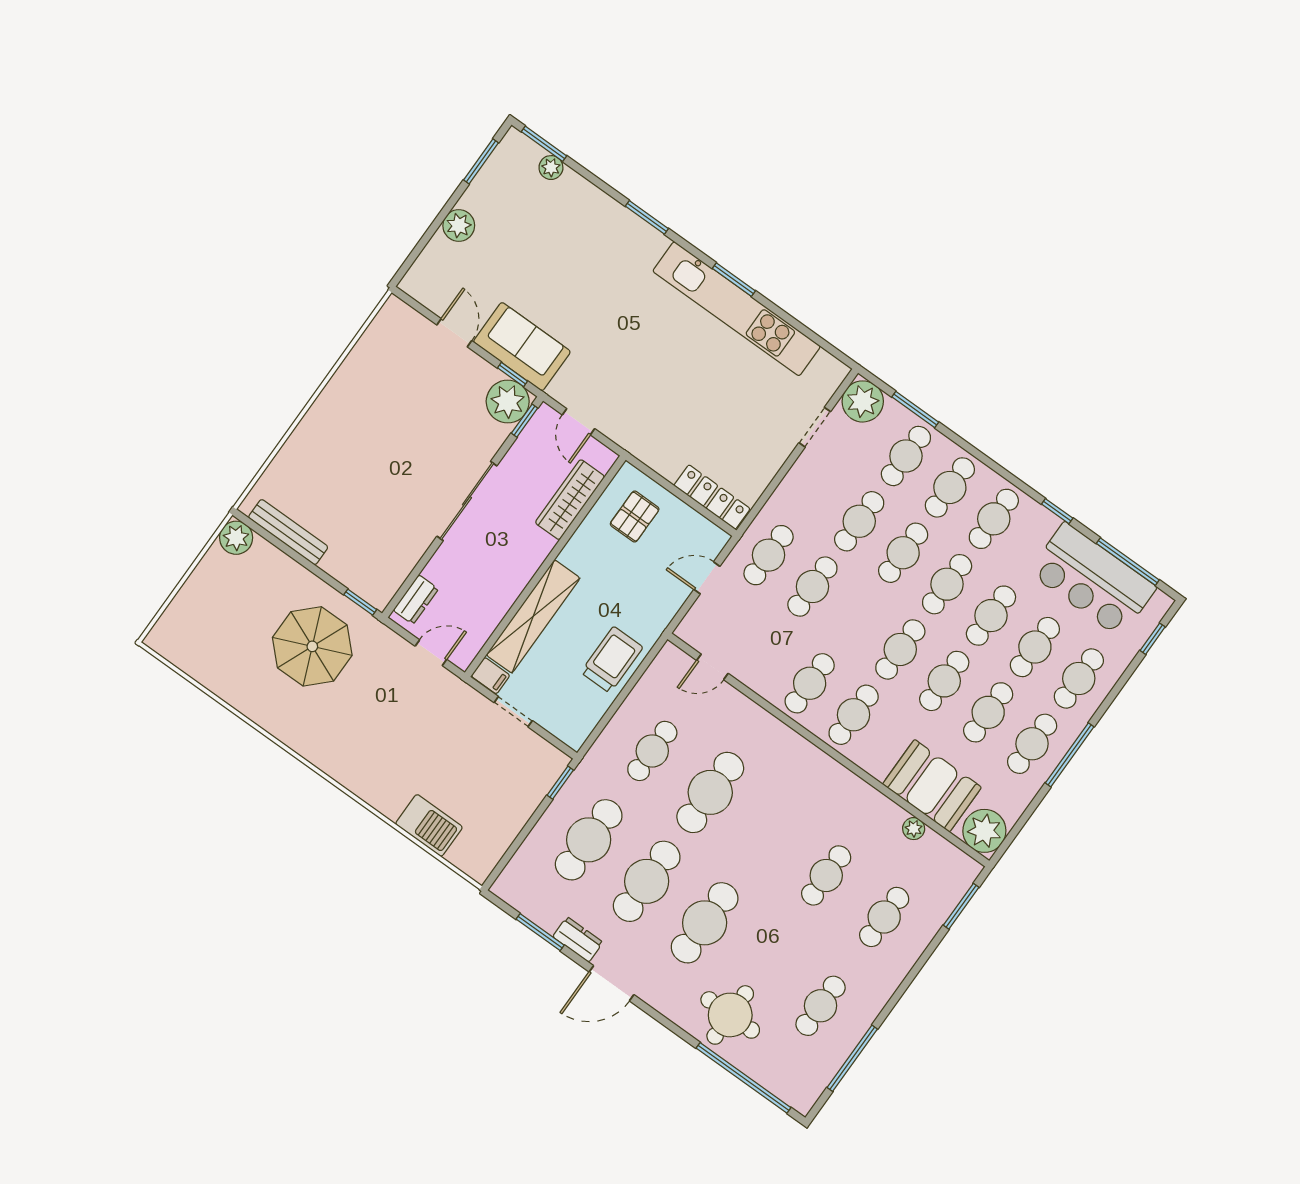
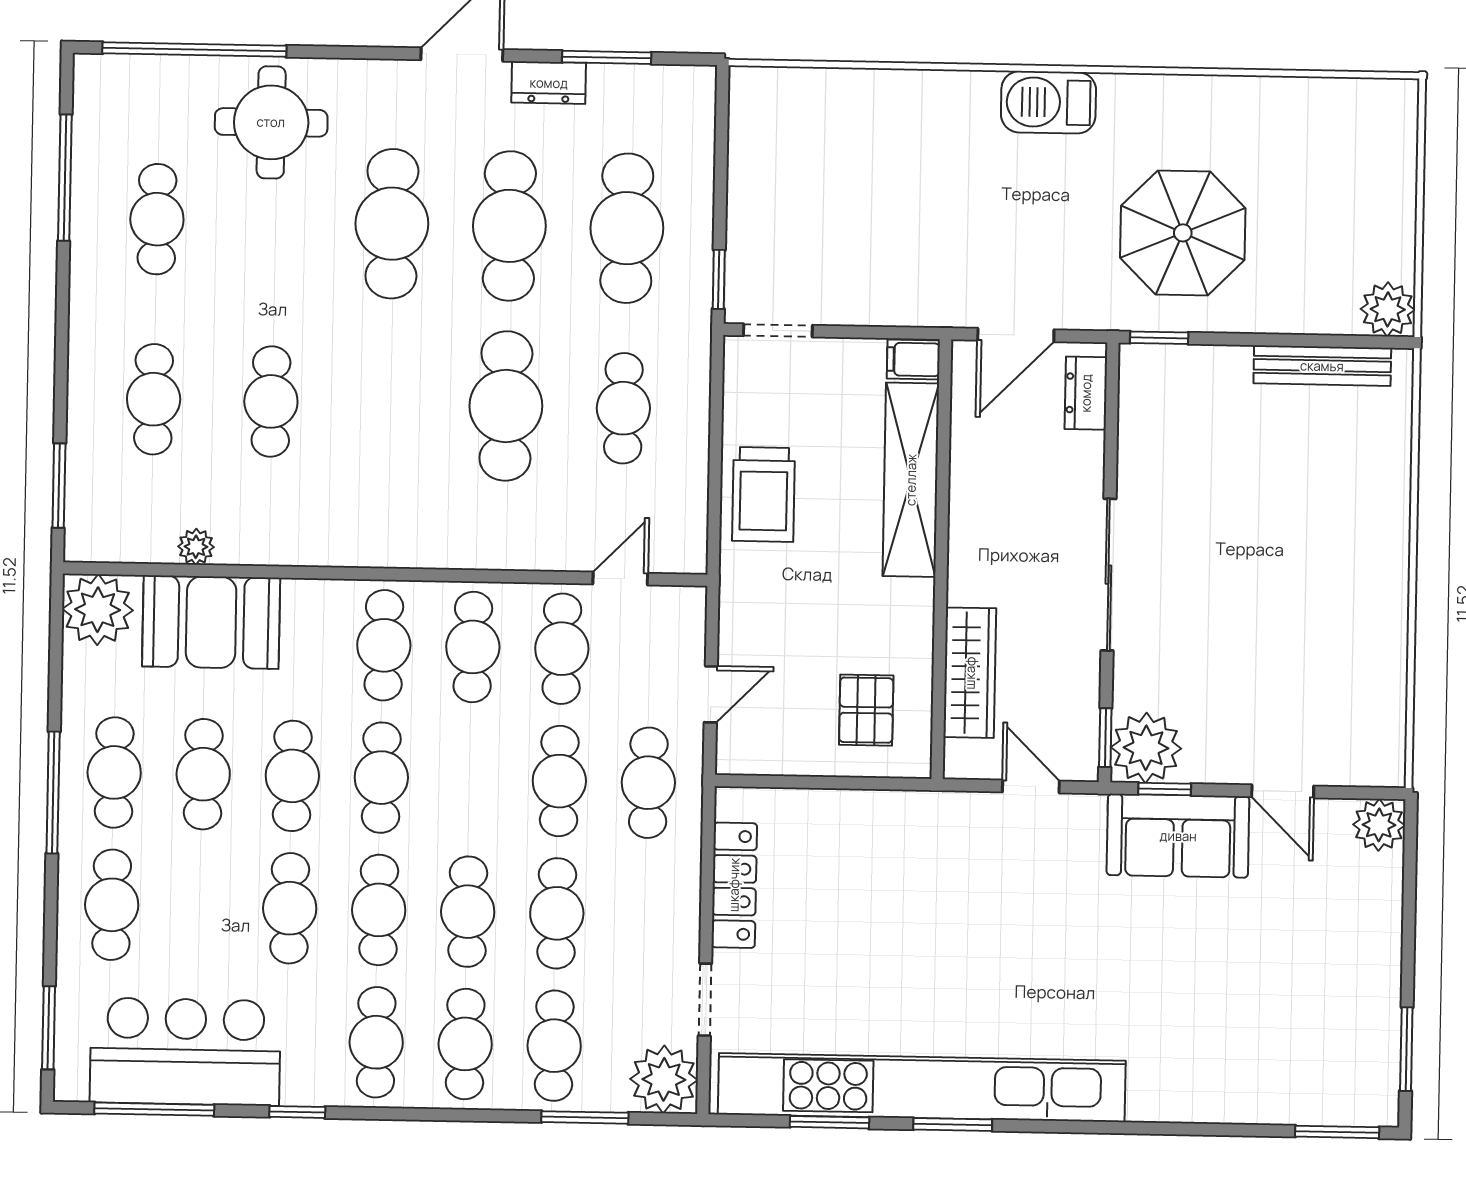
plant: (551, 168) -> (1306, 1106), removed
window: (647, 217) -> (830, 1122), moved
plant: (459, 226) -> (1379, 825), moved
kitchen unit: (737, 309) -> (922, 1088), width x1.36
locker: (712, 497) -> (734, 885), moved, turned -90
window: (1153, 639) -> (49, 1028), width x1.50
cafe table: (1035, 647) -> (562, 649), moved
door: (431, 653) -> (1016, 335), width x1.38
doorway: (513, 712) -> (778, 330), moved
barbecue: (429, 825) -> (1048, 102), moved

